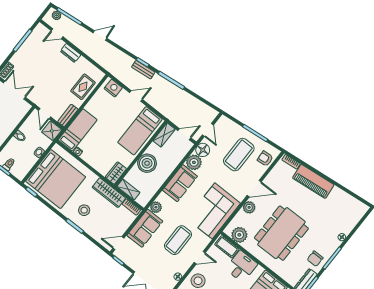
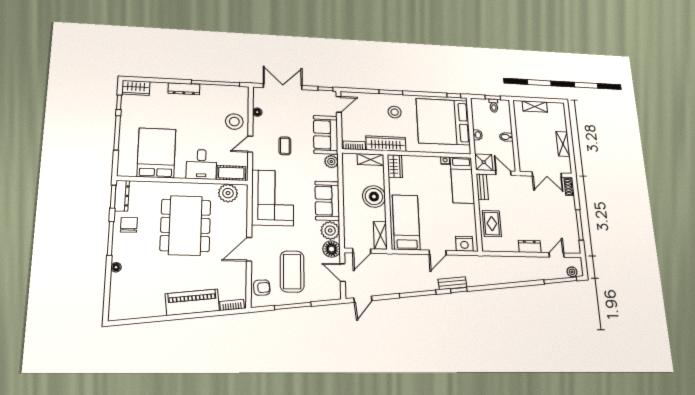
door: (100, 36) -> (363, 299), moved
plant: (249, 207) -> (239, 227), removed
coffee table: (178, 240) -> (285, 146), width x0.54, depth x0.58

